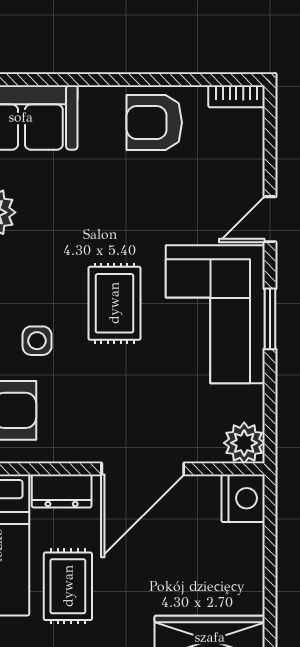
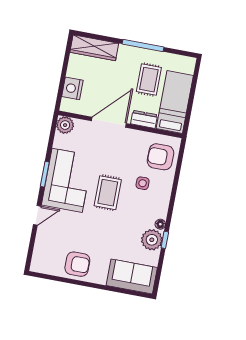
bookcase: (236, 96) -> (41, 269), removed
nightstand: (243, 498) -> (72, 88), moved

